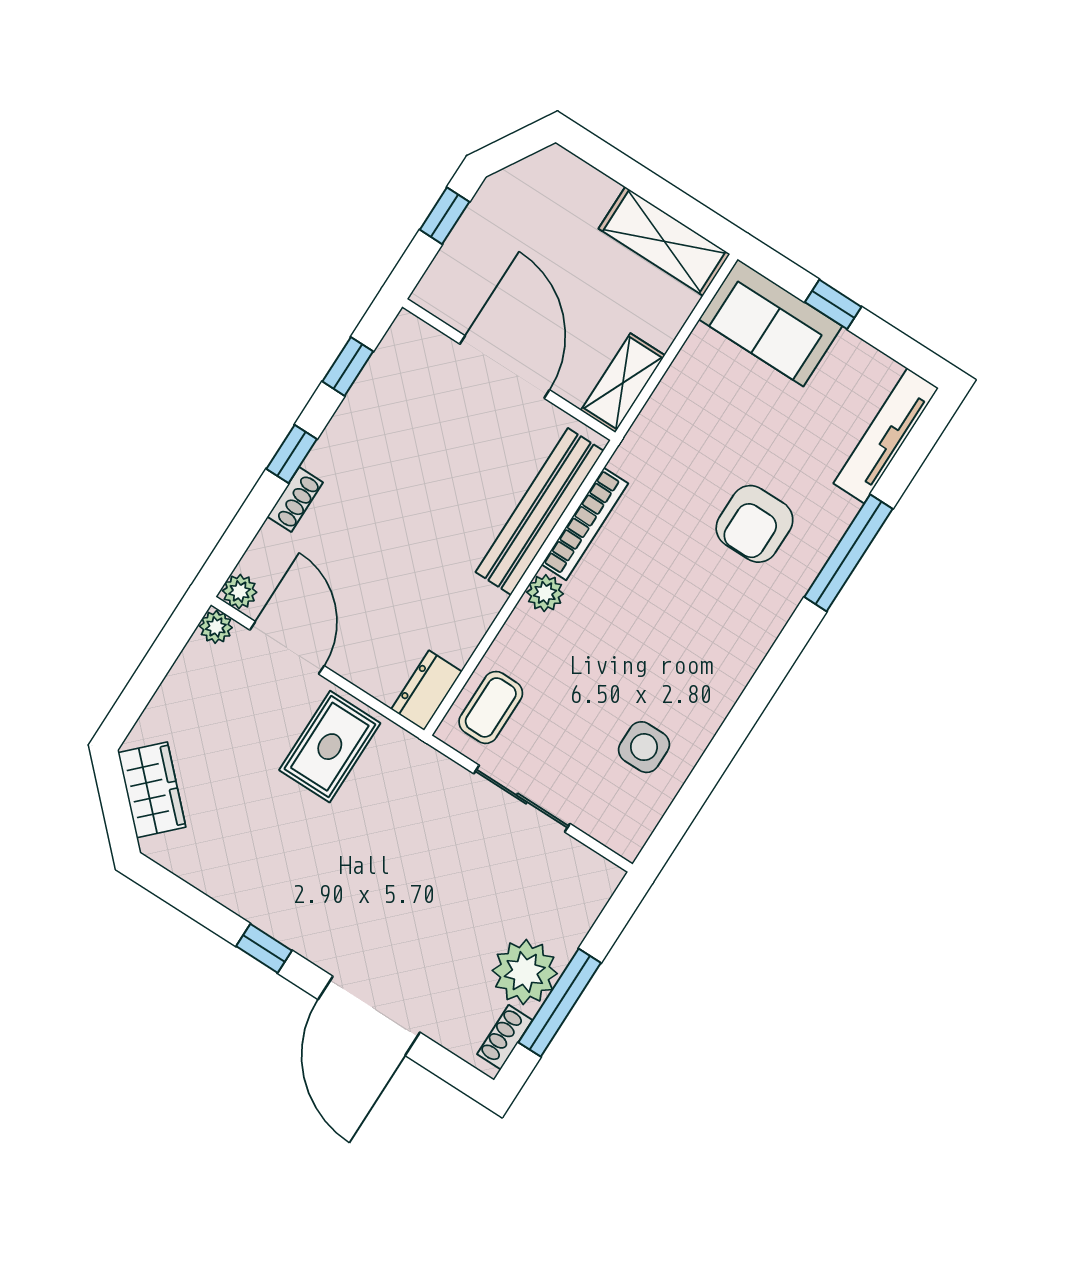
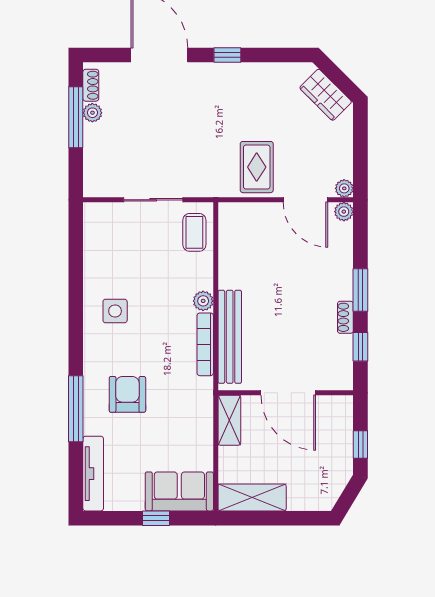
window: (292, 454) -> (360, 290), width x1.50
shoe rack: (295, 500) -> (345, 317), moved
dresser: (427, 690) -> (229, 221), removed
side table: (644, 747) -> (115, 311), moved
plant: (525, 972) -> (92, 113), width x0.53, depth x0.53

